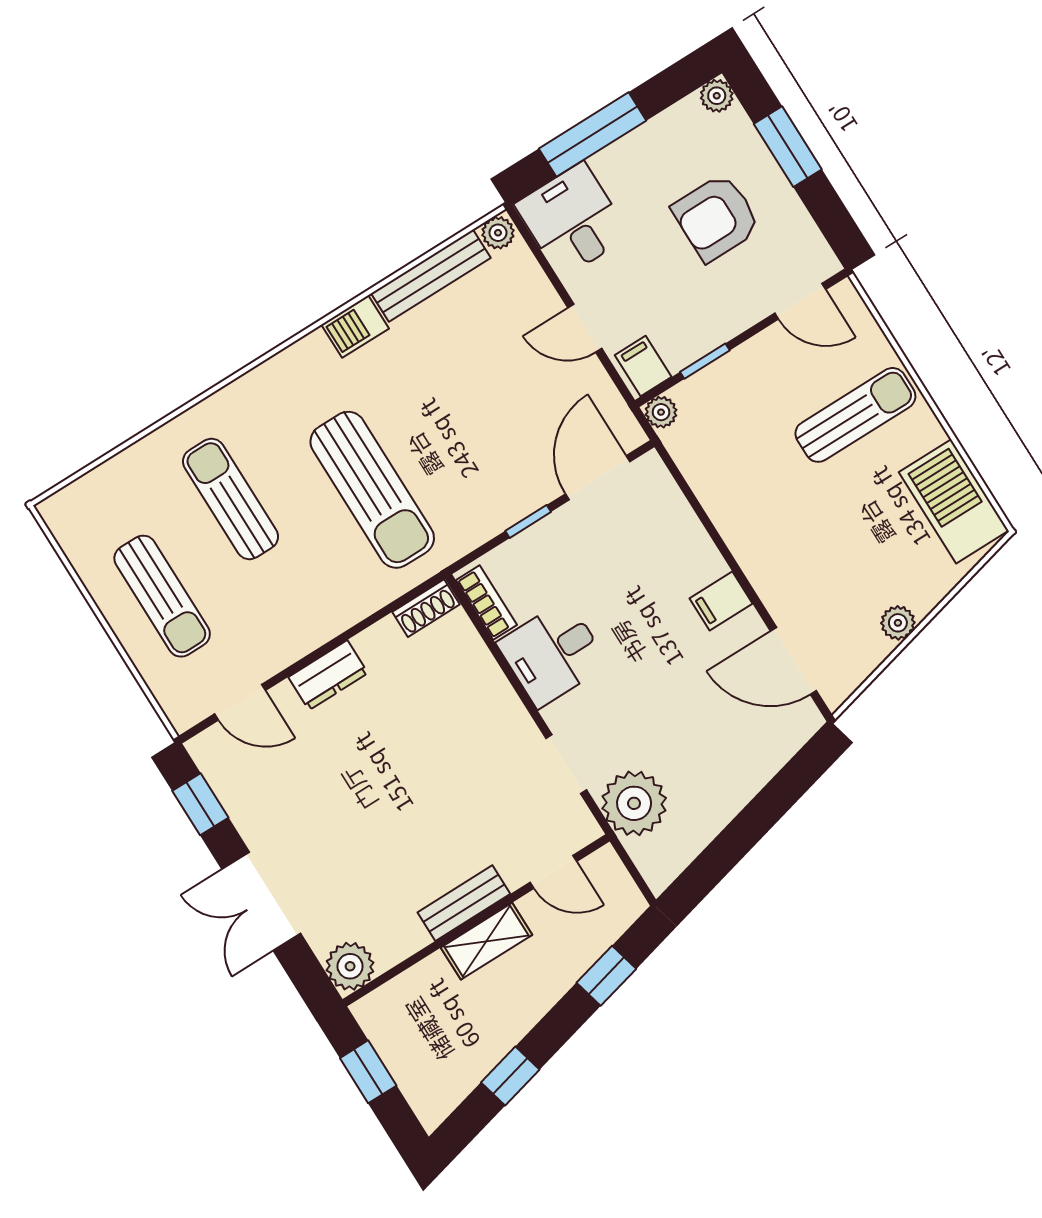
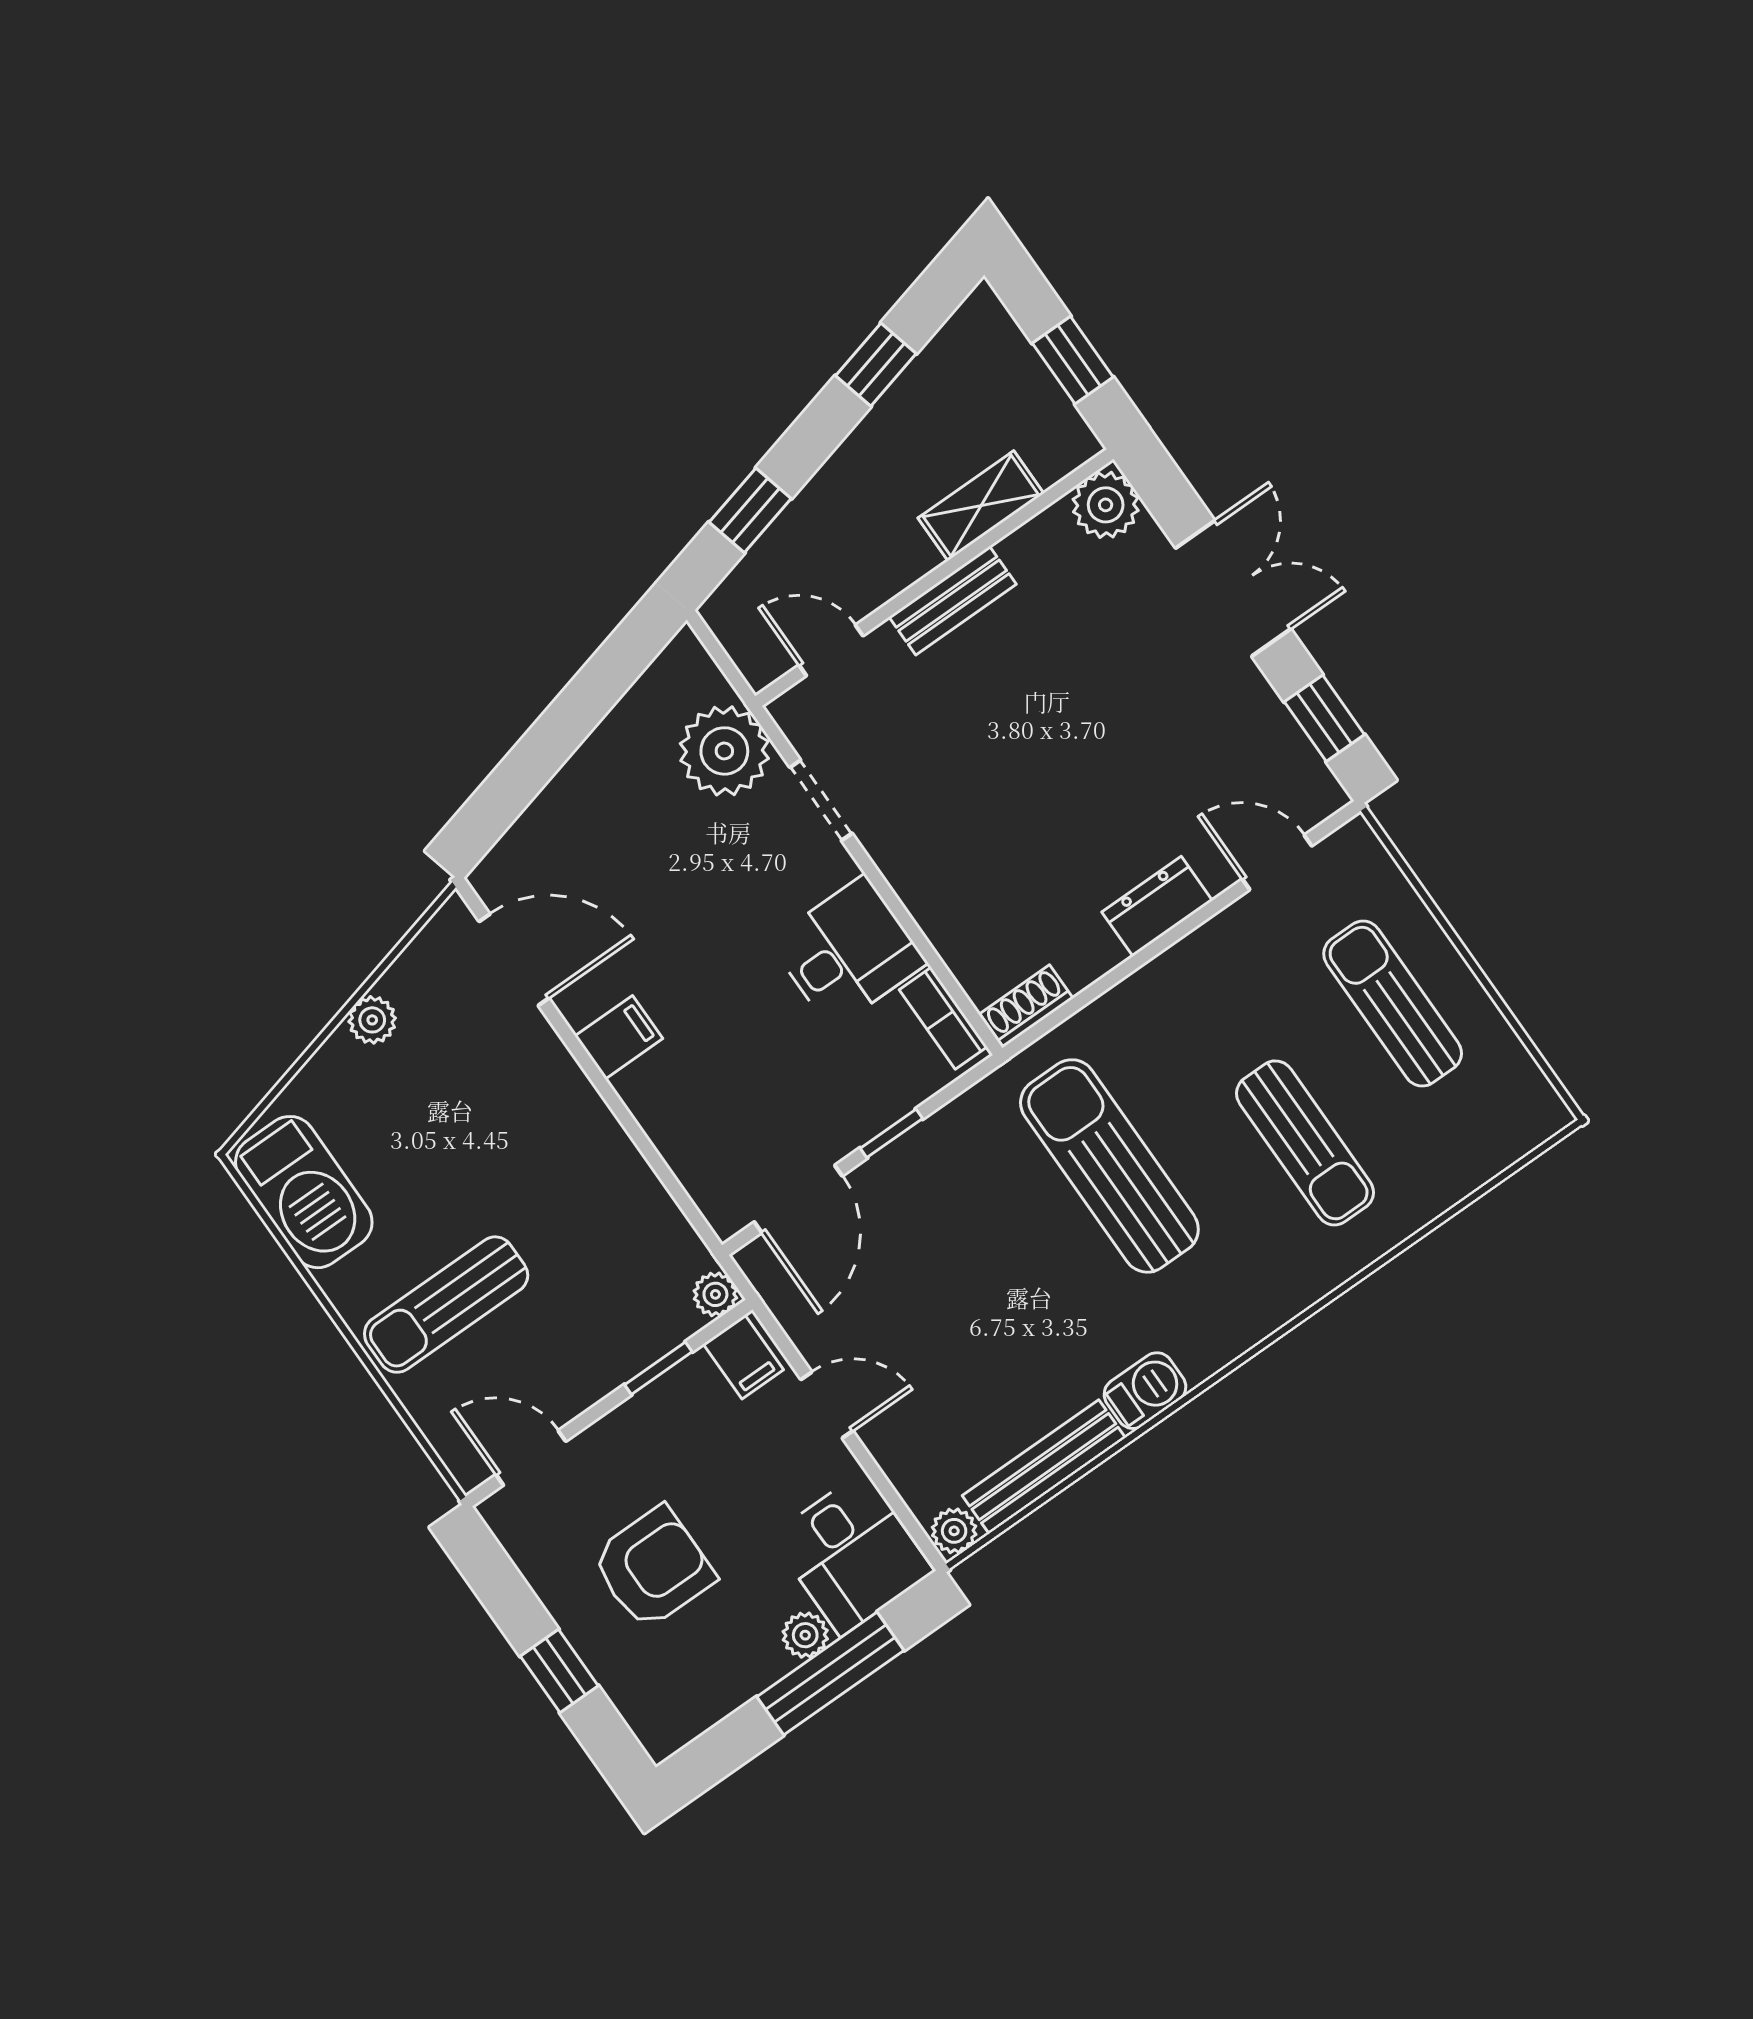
plant: (717, 96) -> (805, 1635), moved
window: (788, 147) -> (559, 1671), width x0.67
shelving: (487, 941) -> (981, 506), moved

